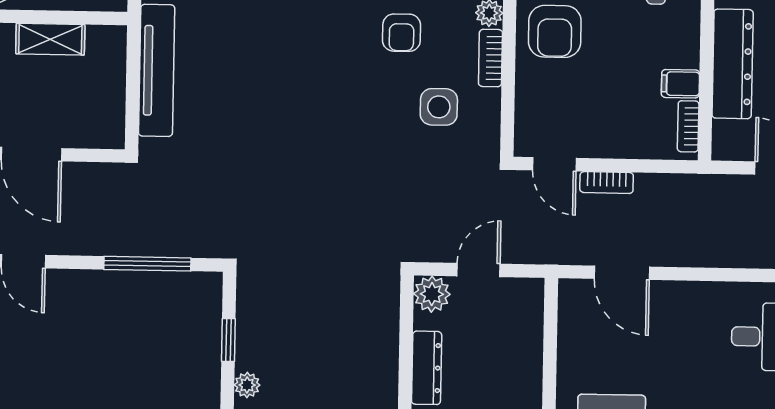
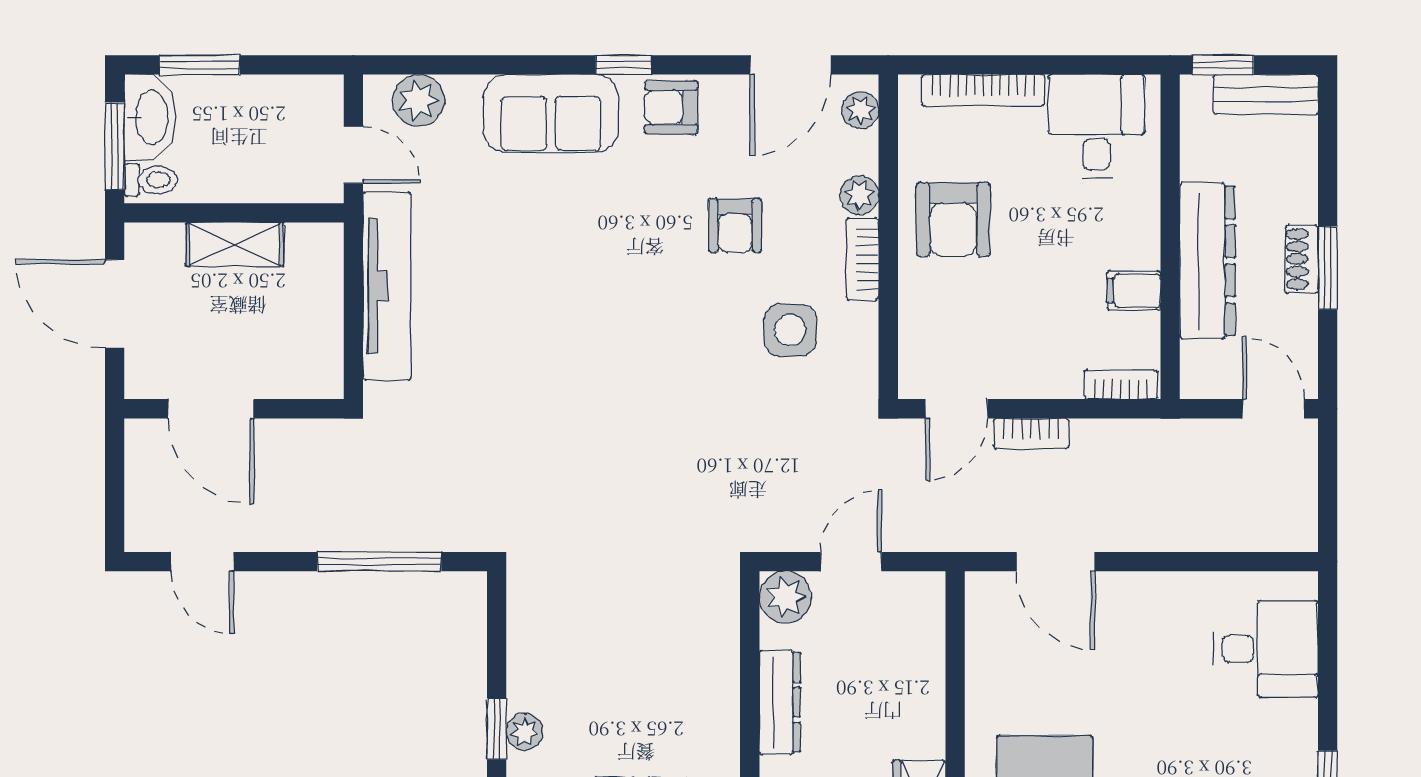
bookcase: (688, 126) -> (1121, 385), moved, turned 90
door: (554, 164) -> (956, 409), hinge flipped
window: (228, 340) -> (497, 729), moved

